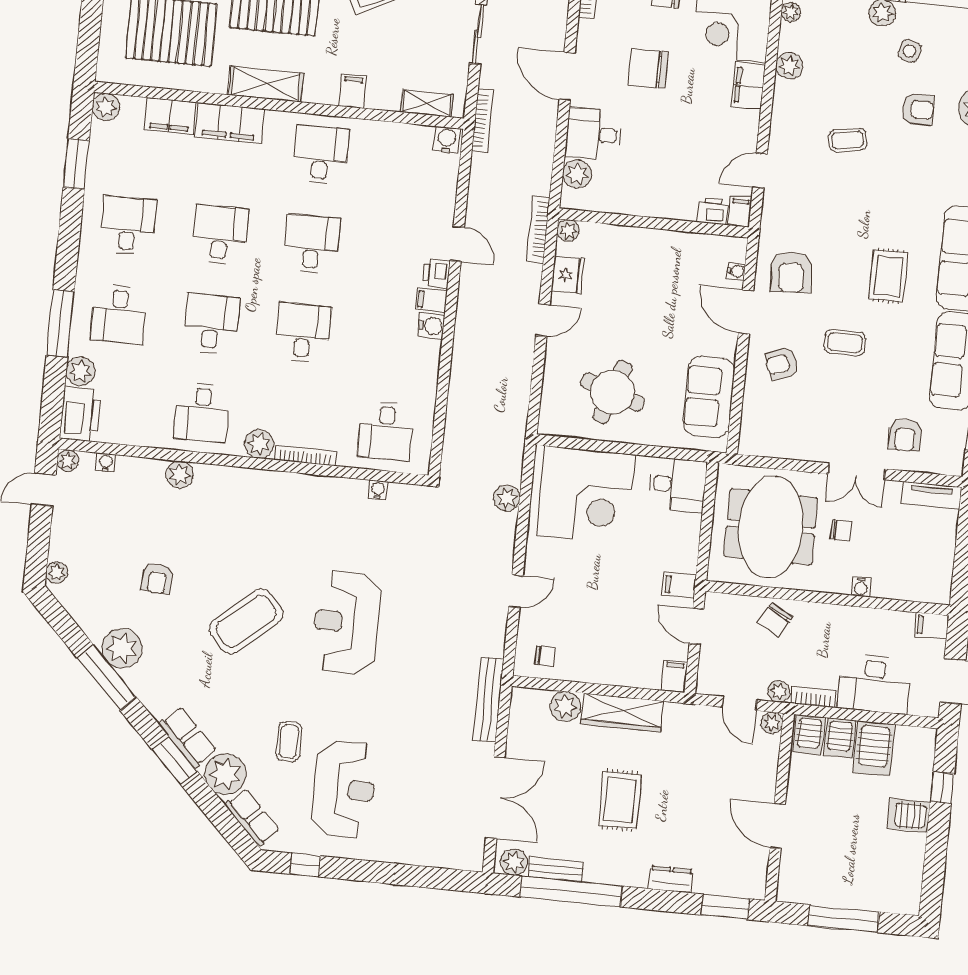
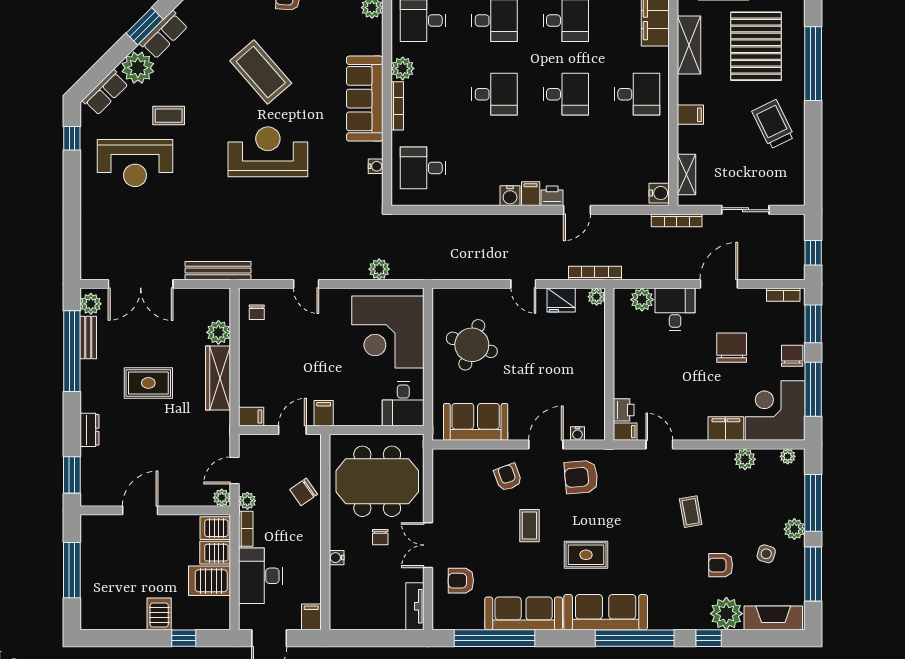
armchair: (918, 109) -> (721, 565), turned 90
sofa: (292, 495) -> (365, 99), added
chair: (775, 620) -> (304, 492), turned -64

